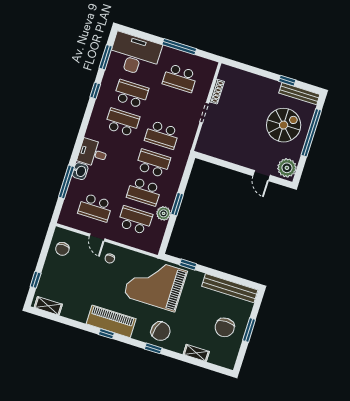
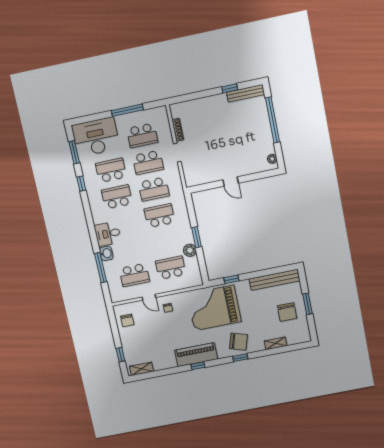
spiral stairs: (284, 125) -> (247, 126), removed
plant: (287, 168) -> (272, 159), width x0.53, depth x0.53
door: (262, 176) -> (231, 182), moved
school desk: (144, 192) -> (148, 162), moved

